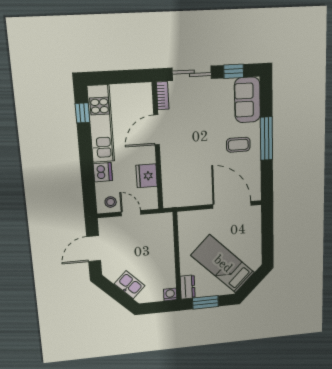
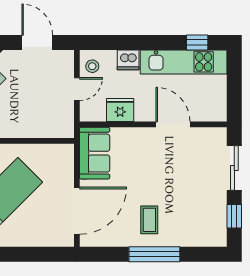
bookcase: (163, 96) -> (211, 133), removed
sofa: (247, 100) -> (95, 153), moved, turned 90

